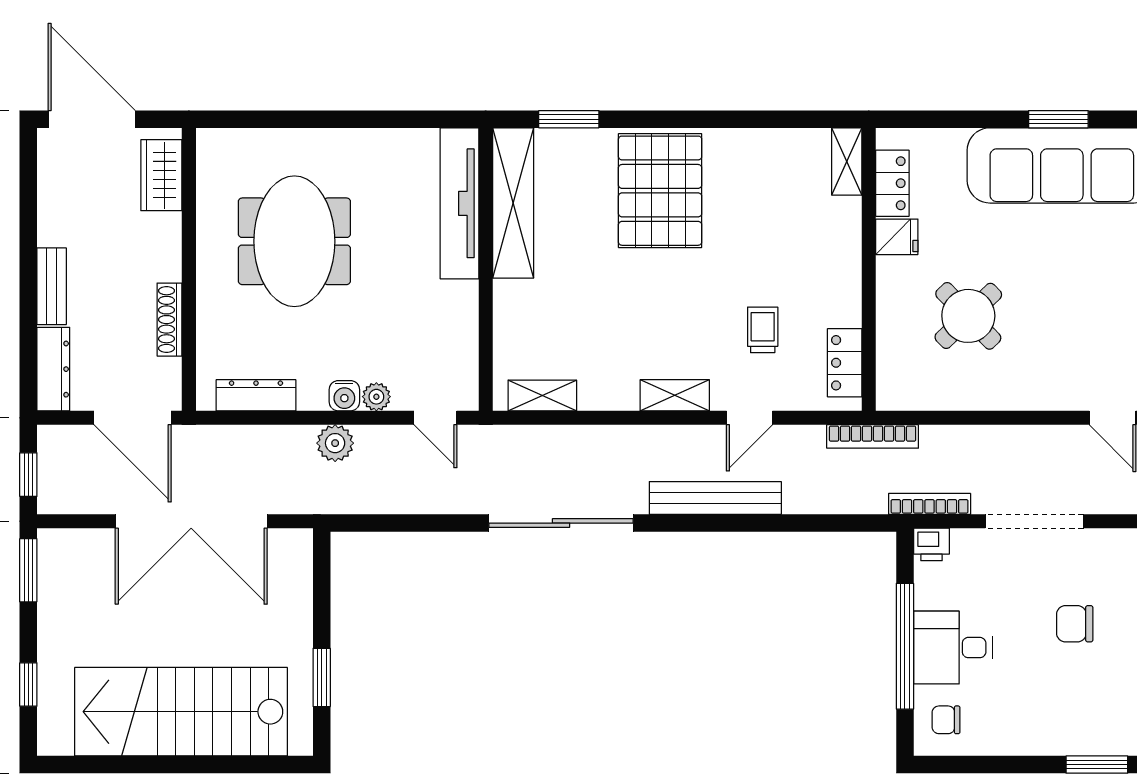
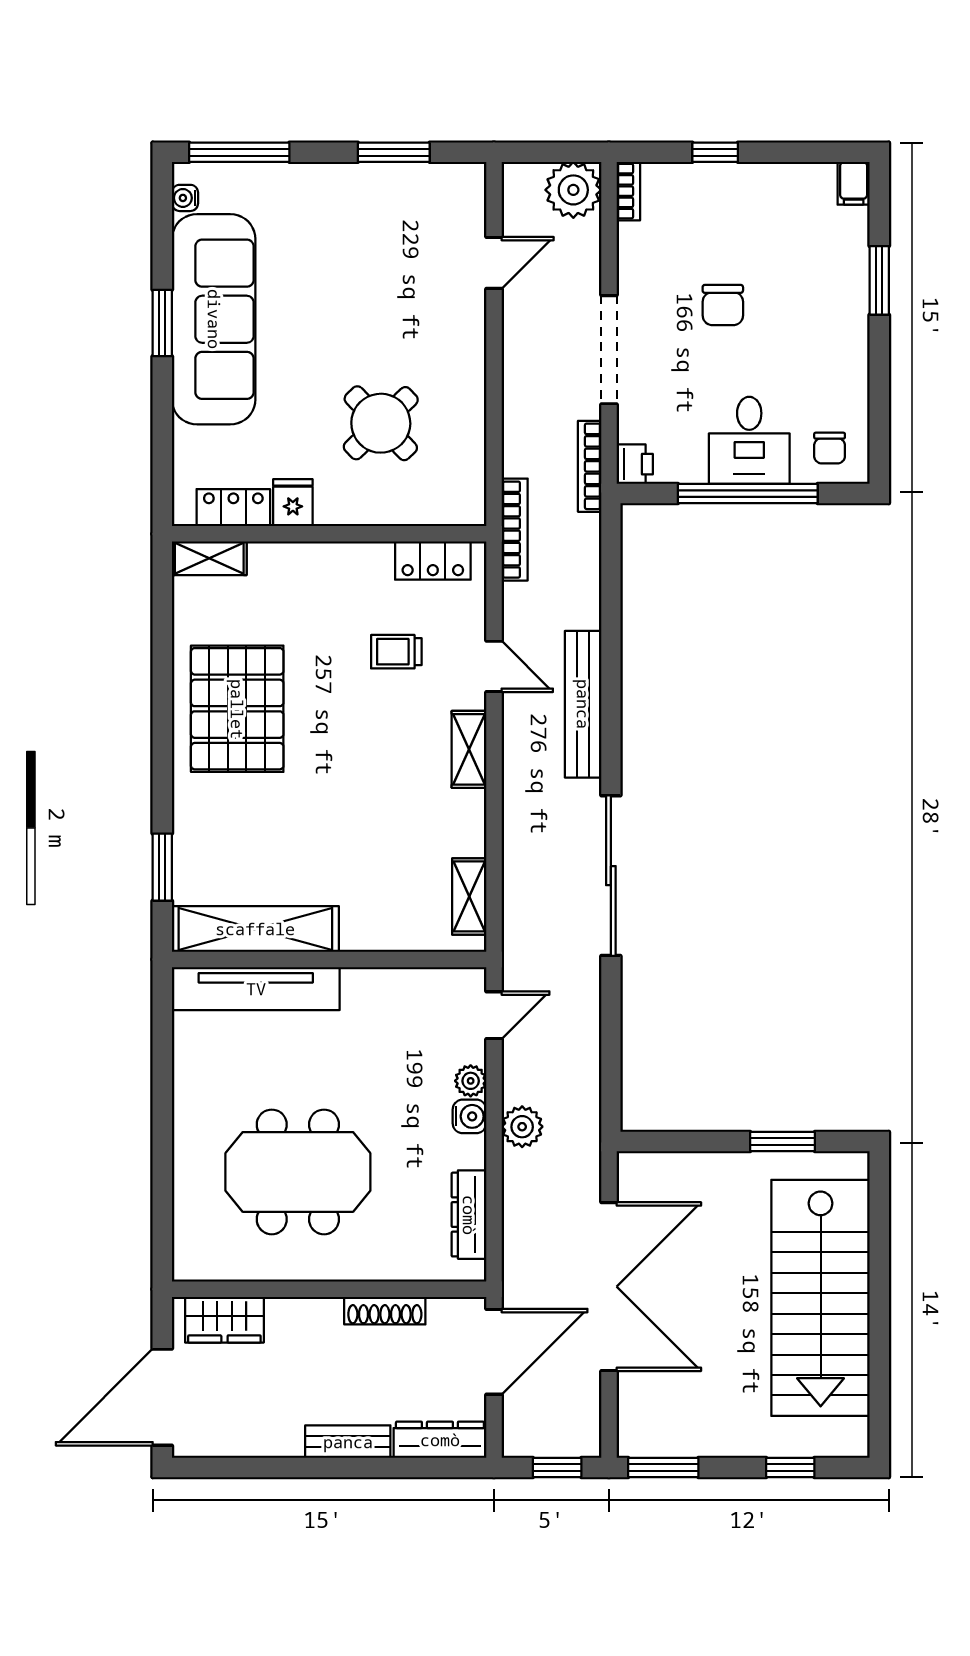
pallet: (660, 191) -> (237, 709), moved, turned 90

